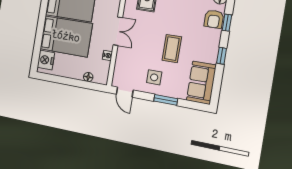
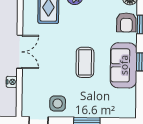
side table: (154, 77) -> (58, 104), moved
sofa: (201, 83) -> (124, 65), moved

